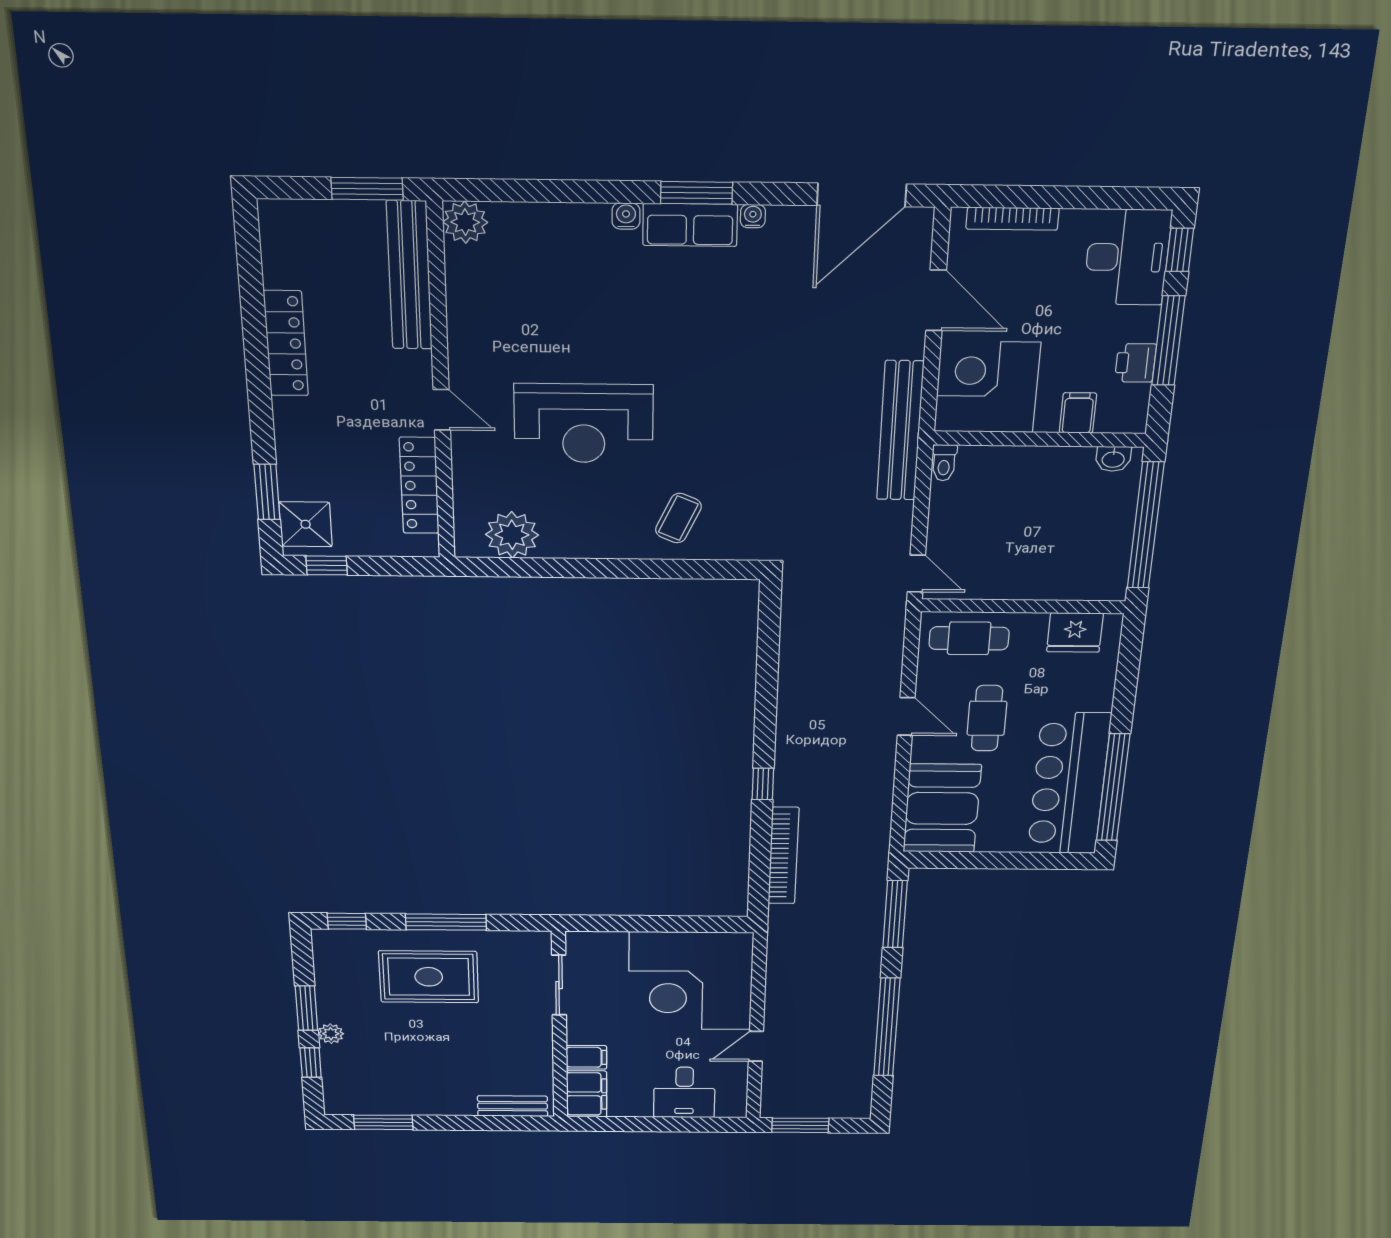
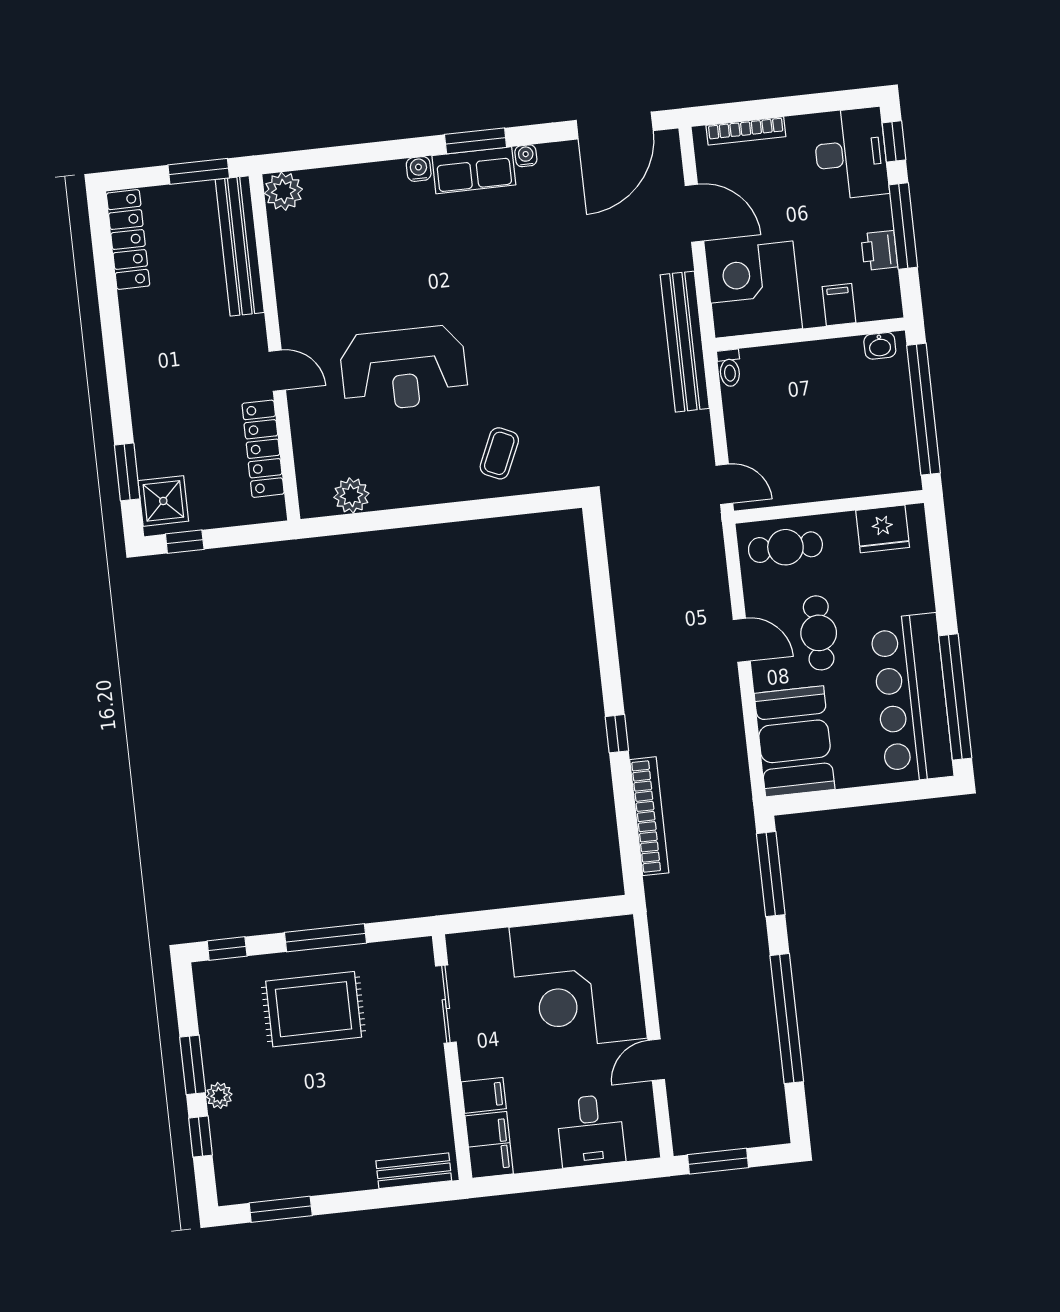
locker: (286, 343) -> (128, 239), moved
plant: (512, 535) -> (351, 495), width x0.73, depth x0.73

